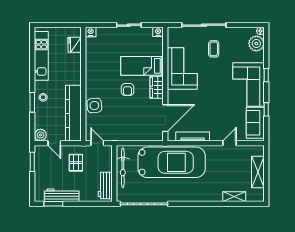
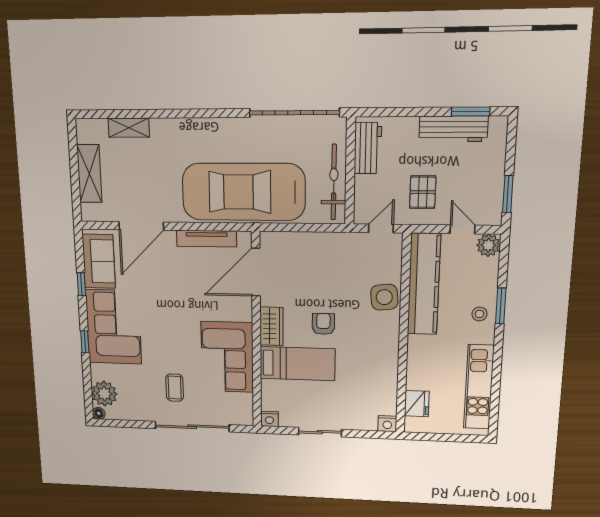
door: (97, 143) -> (381, 228), swing flipped
door: (230, 143) -> (141, 226), width x1.88

